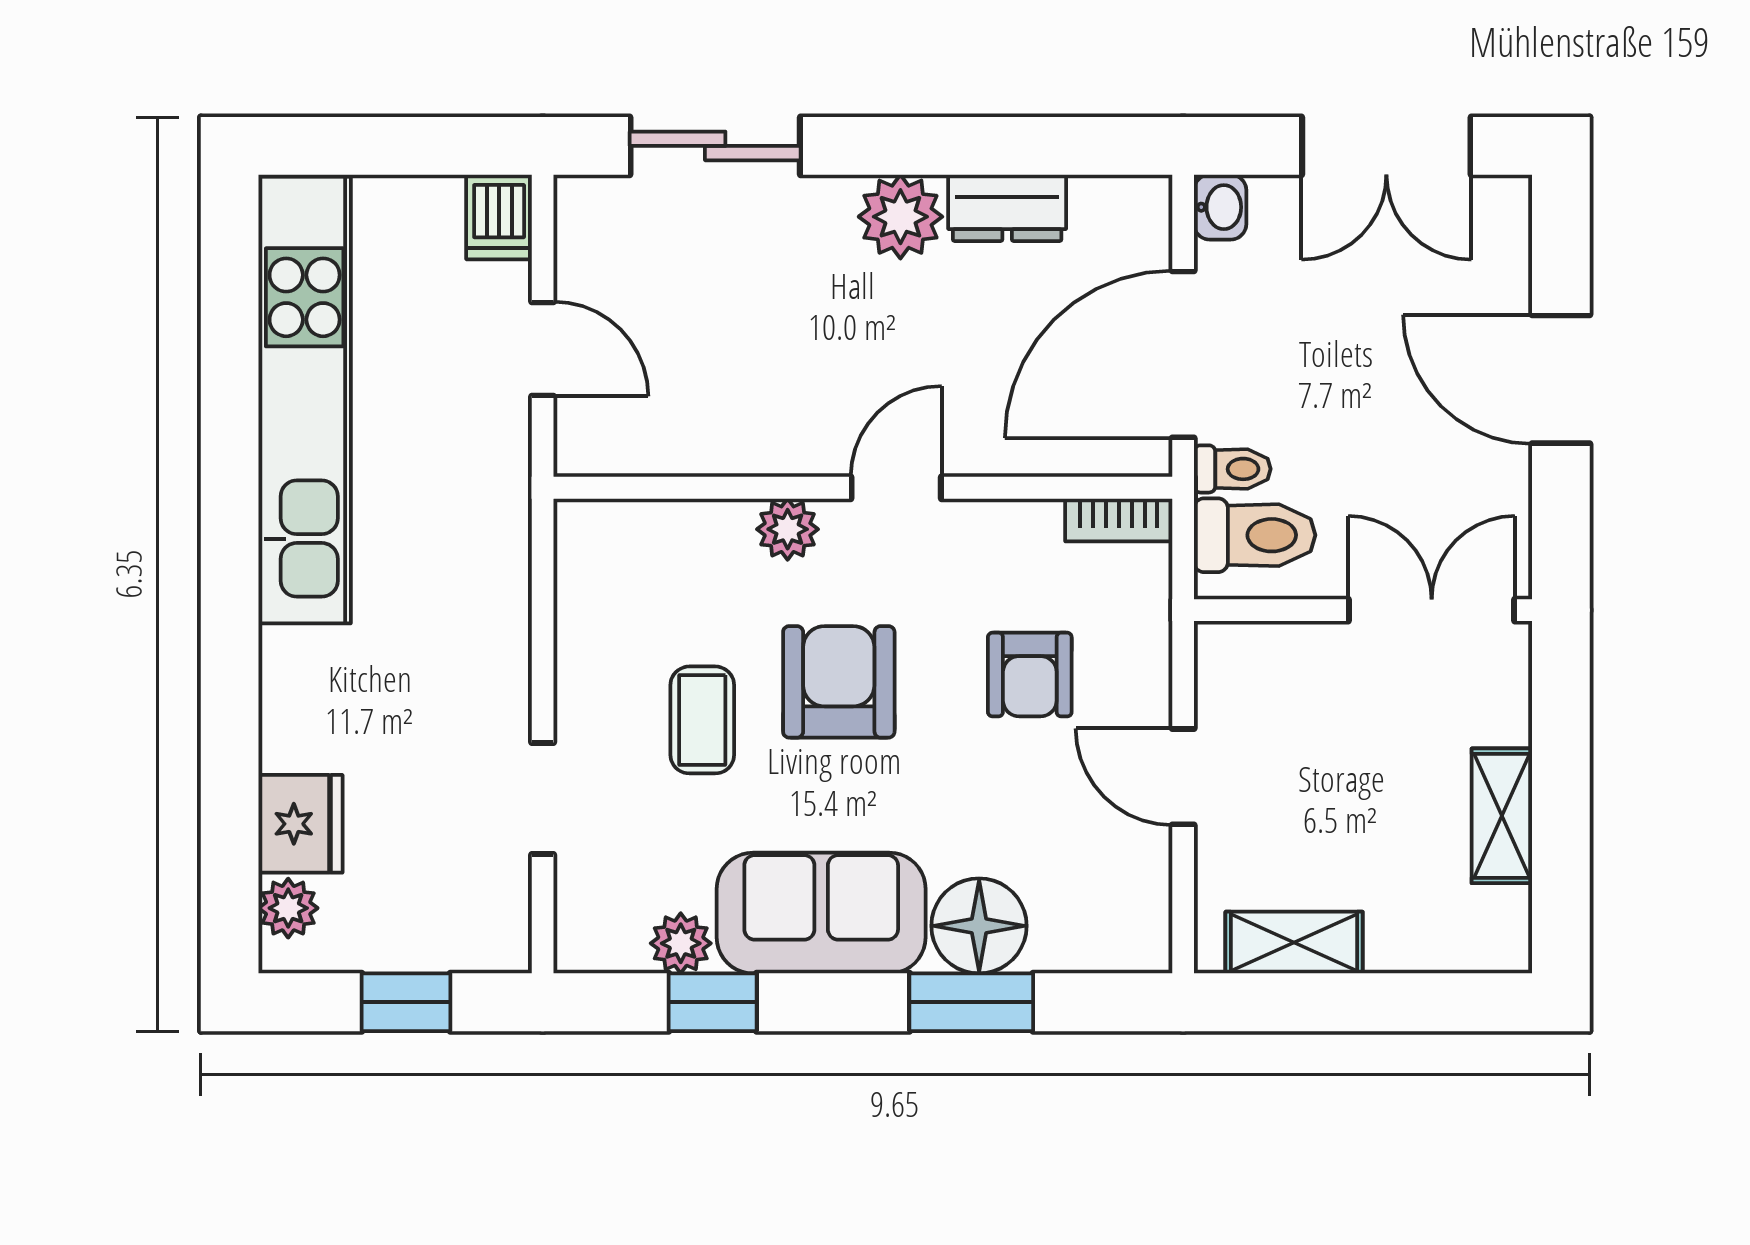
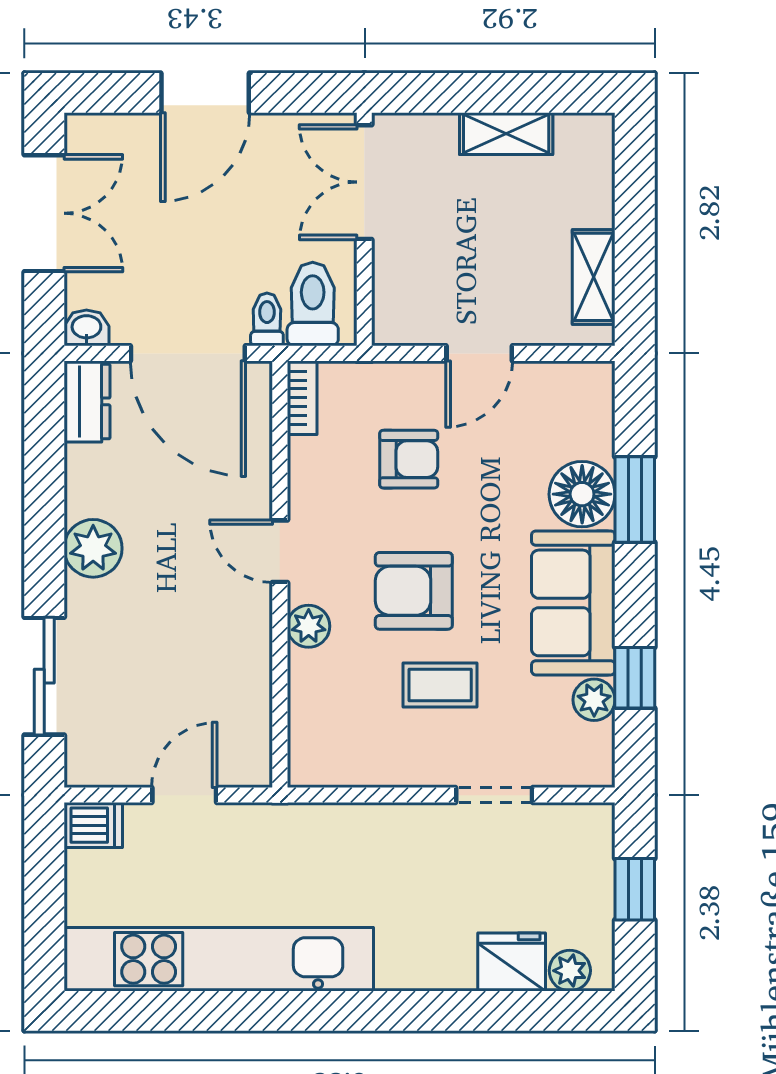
dresser: (1007, 208) -> (87, 401), moved

